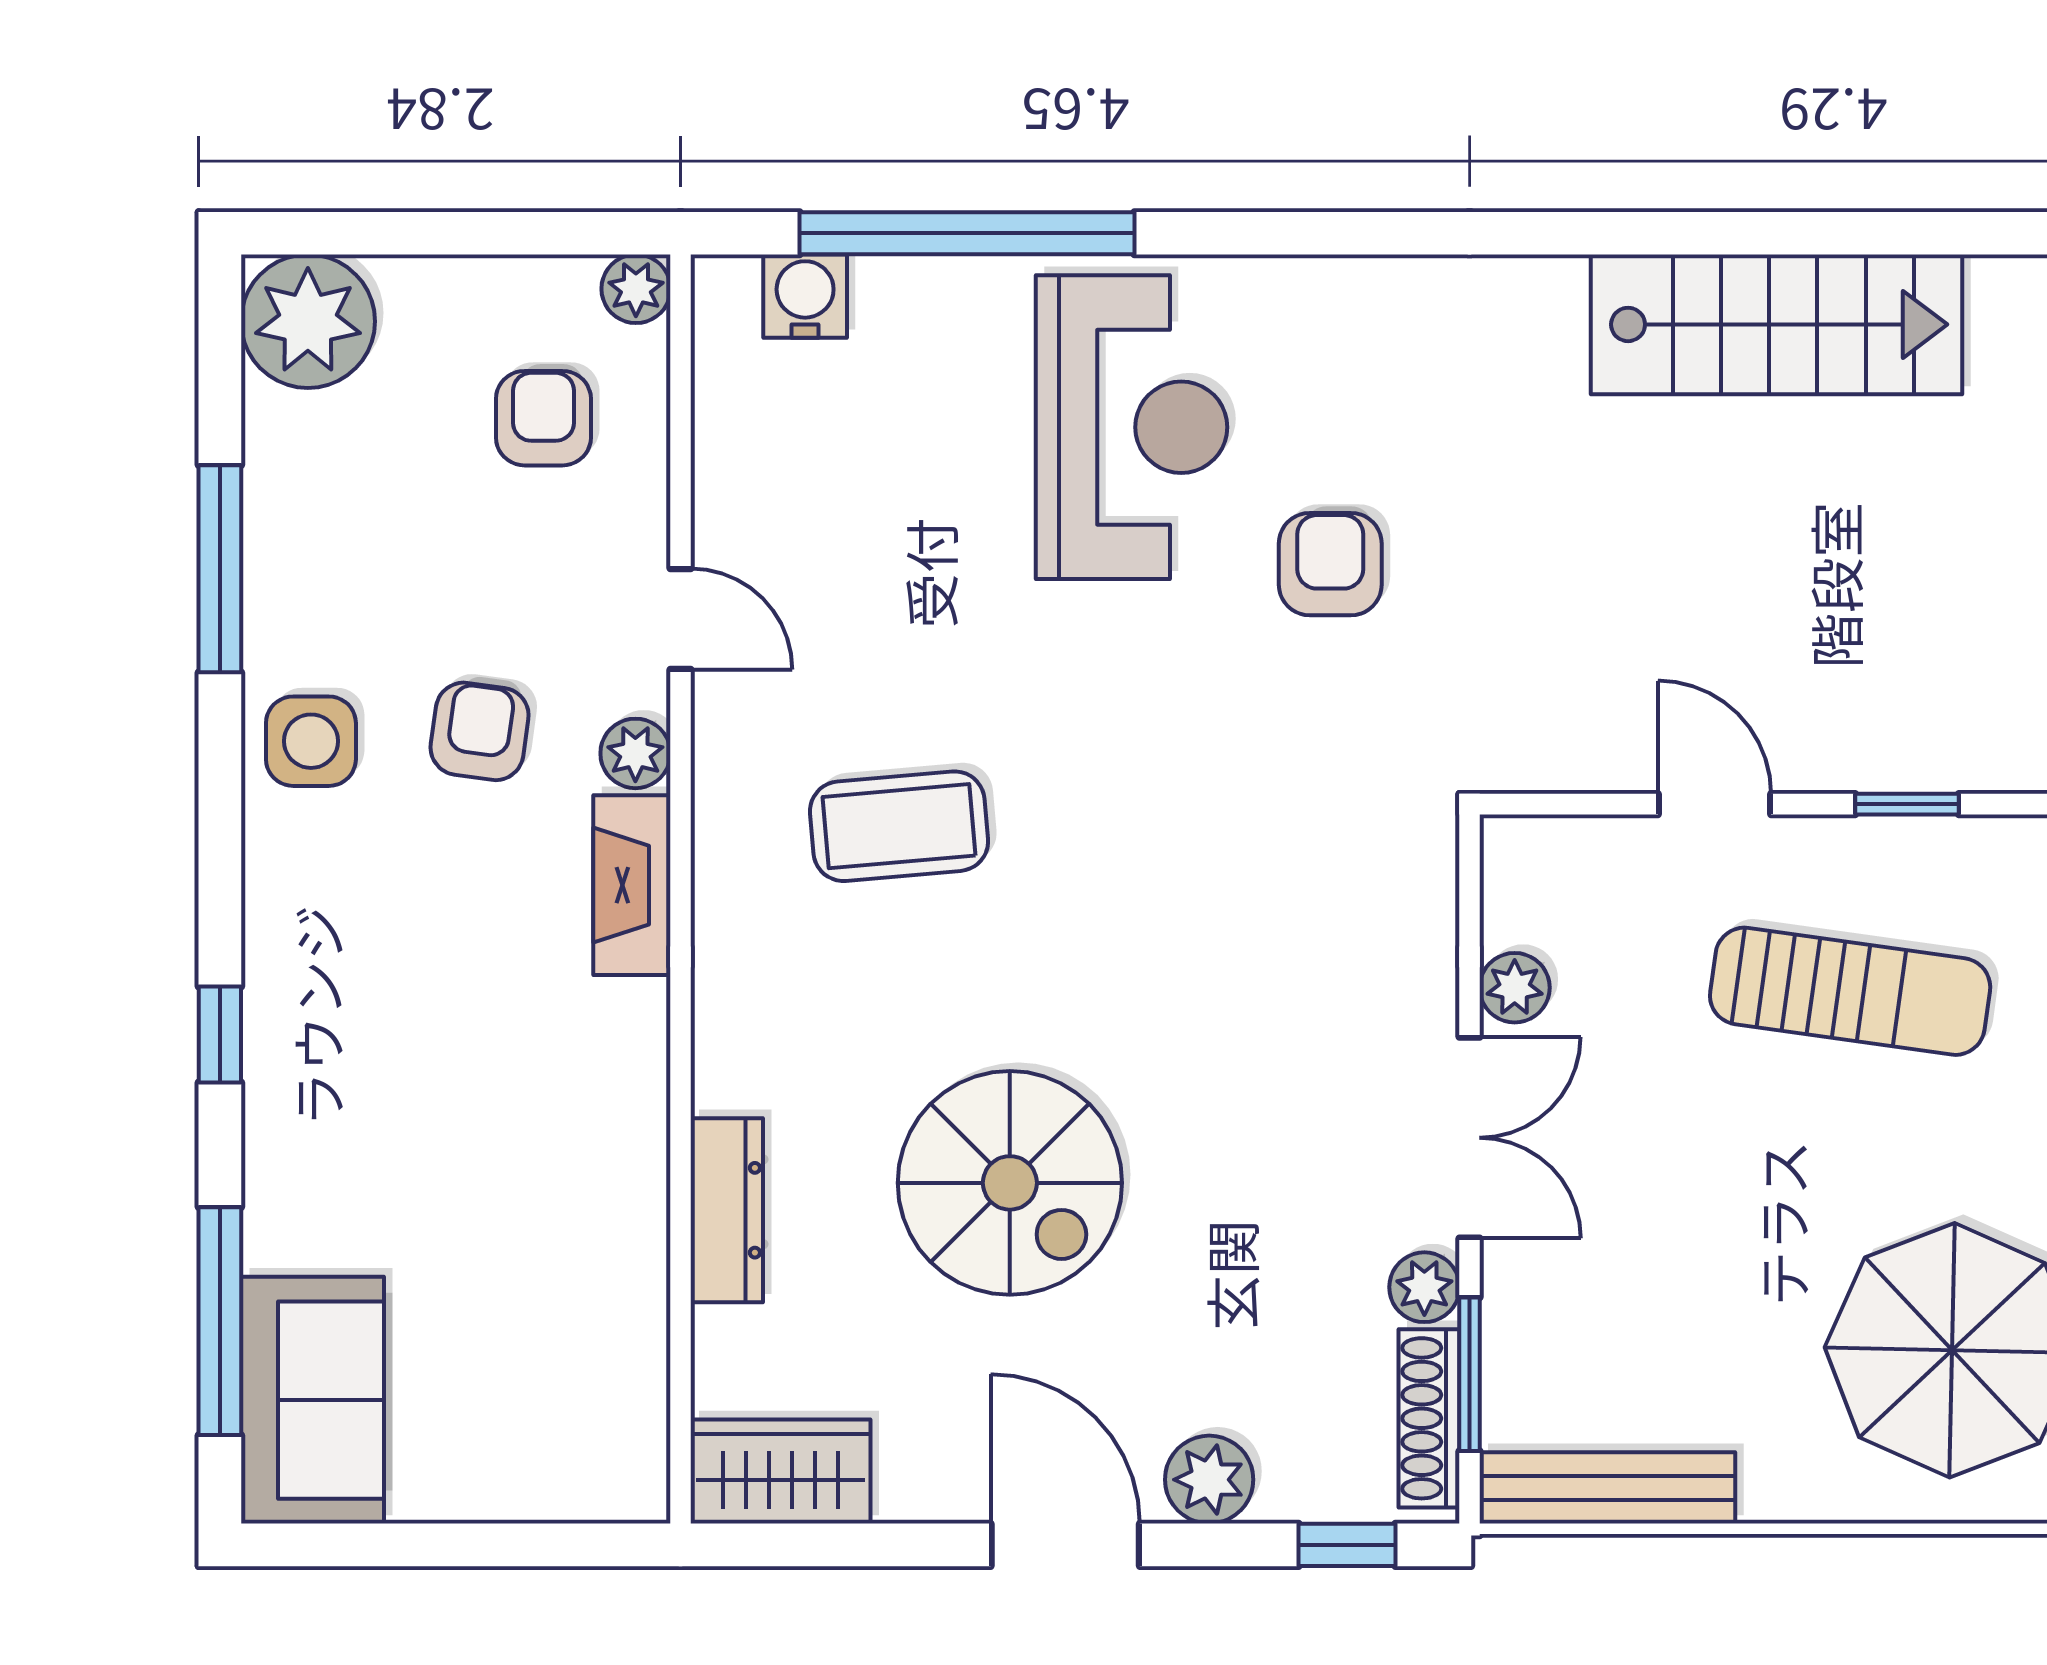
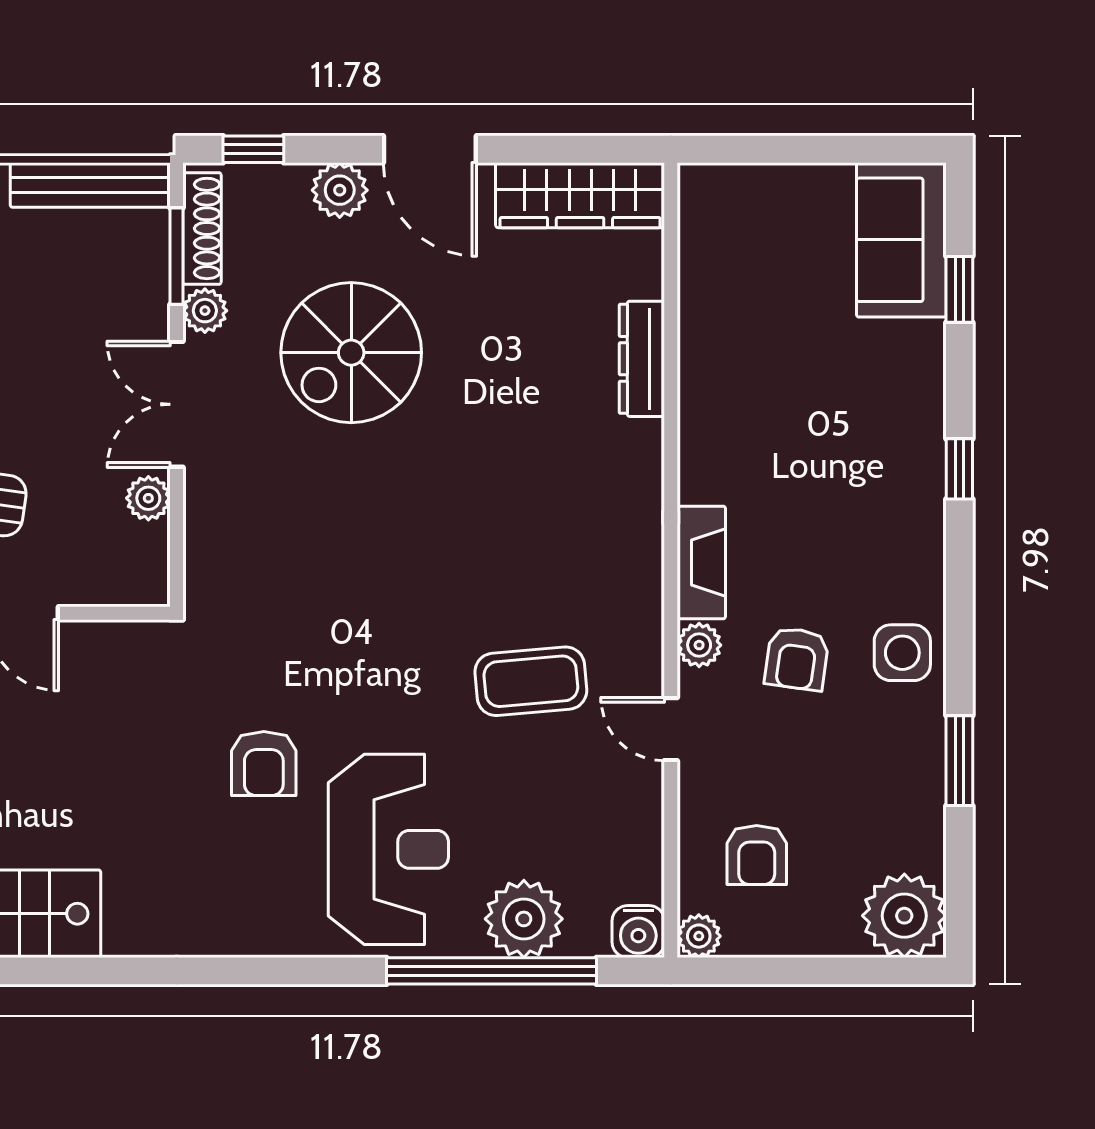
water cooler: (805, 296) -> (638, 931), moved
plant: (915, 316) -> (524, 919), added
reception desk: (1132, 427) -> (388, 849), turned 180
window: (220, 569) -> (959, 761), width x0.69
coffee table: (899, 826) -> (531, 681), moved
spiral stairs: (1010, 1183) -> (351, 353), moved, turned -90
window: (220, 1321) -> (959, 289), width x0.46
wardrobe: (780, 1472) -> (580, 195), width x1.50

